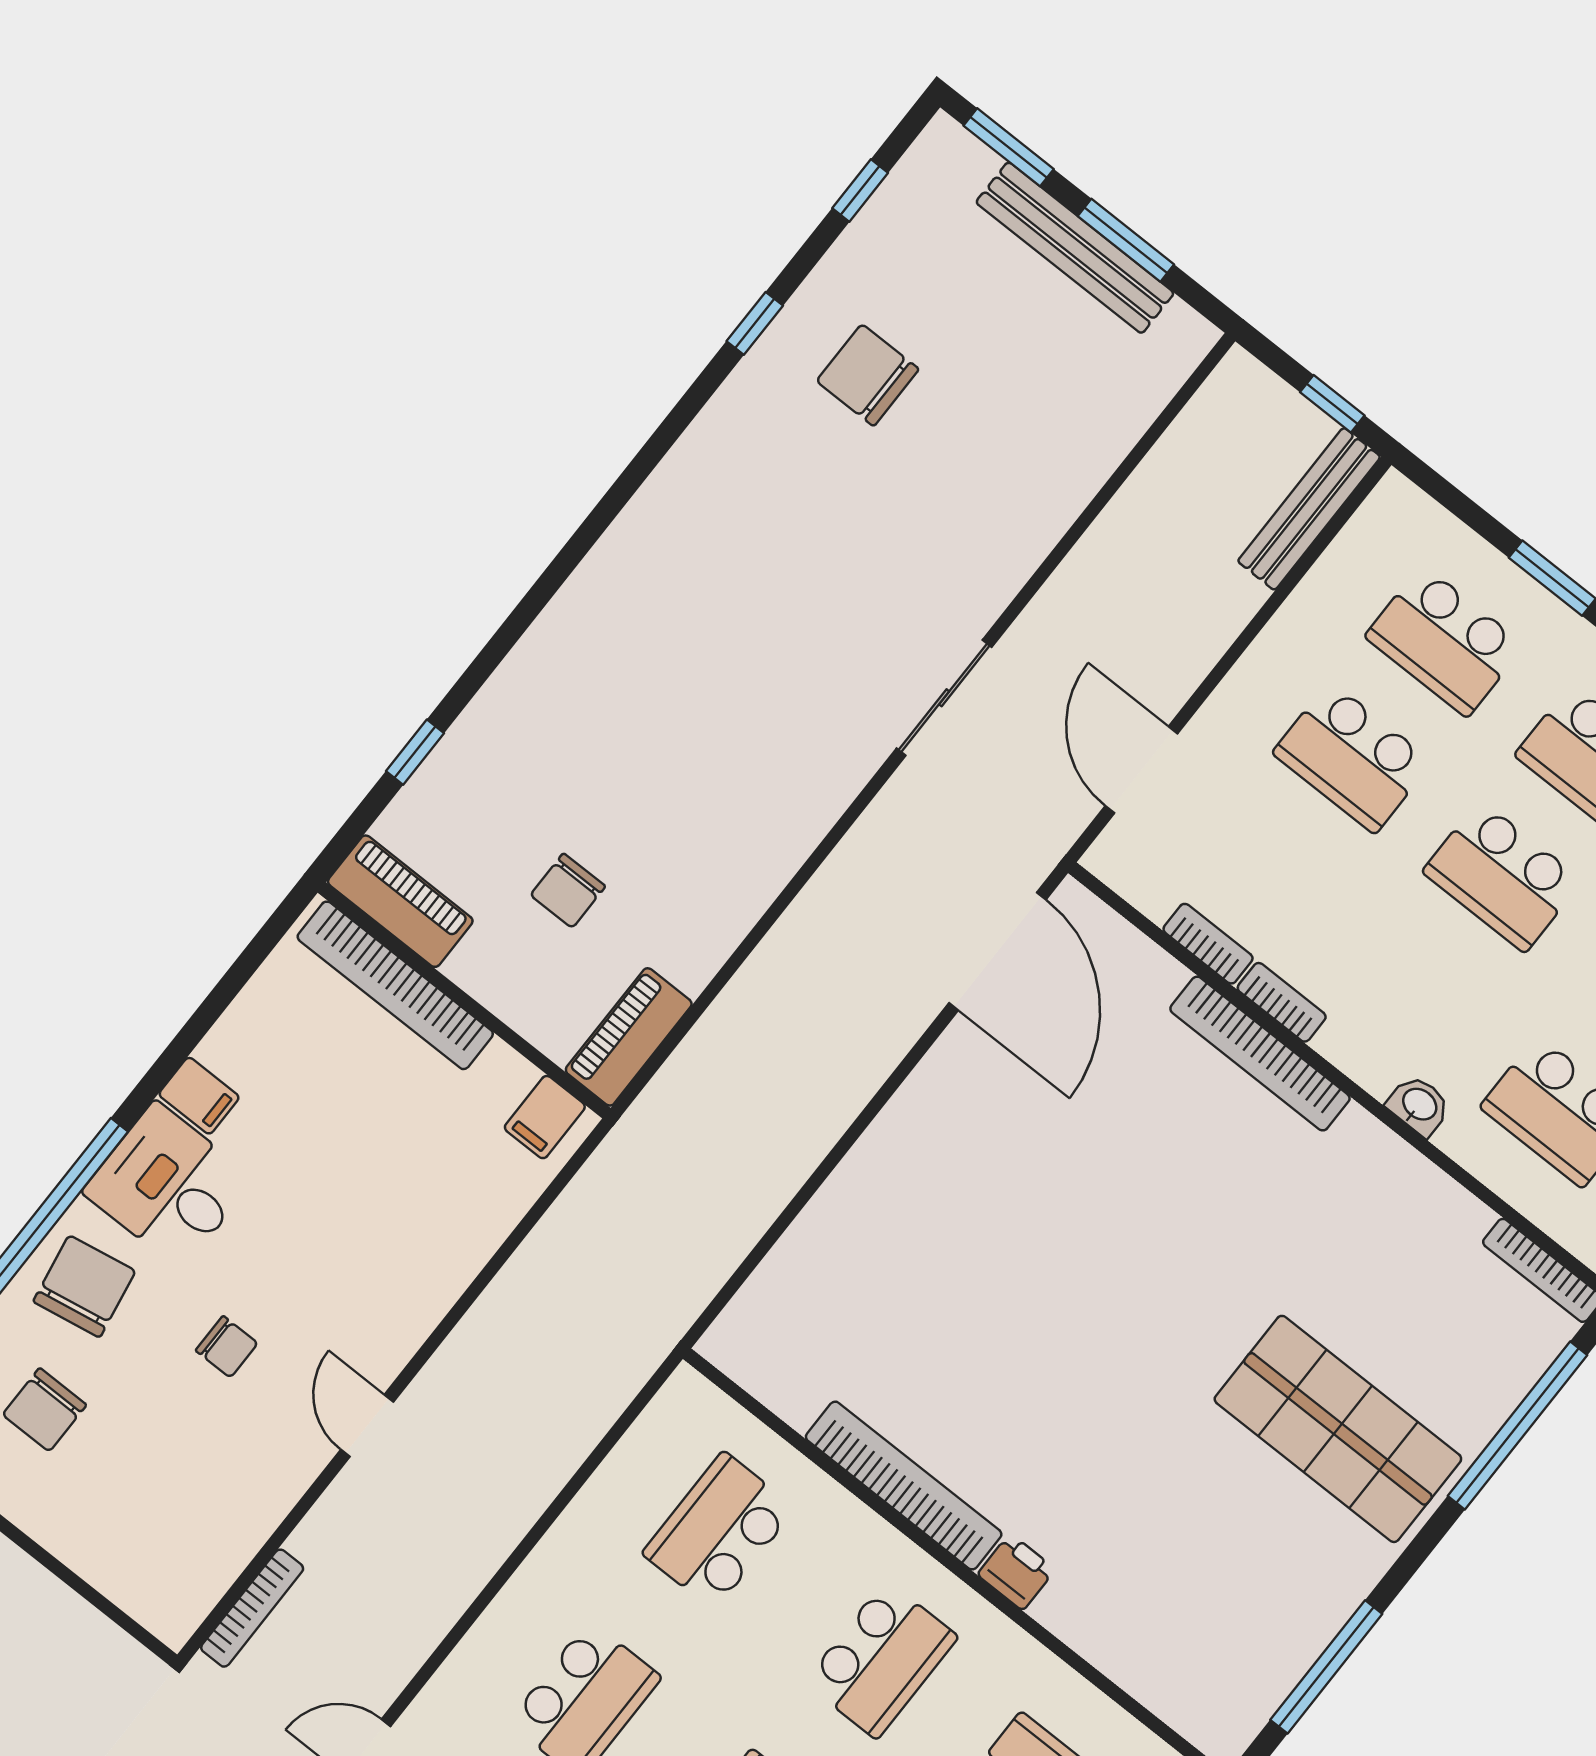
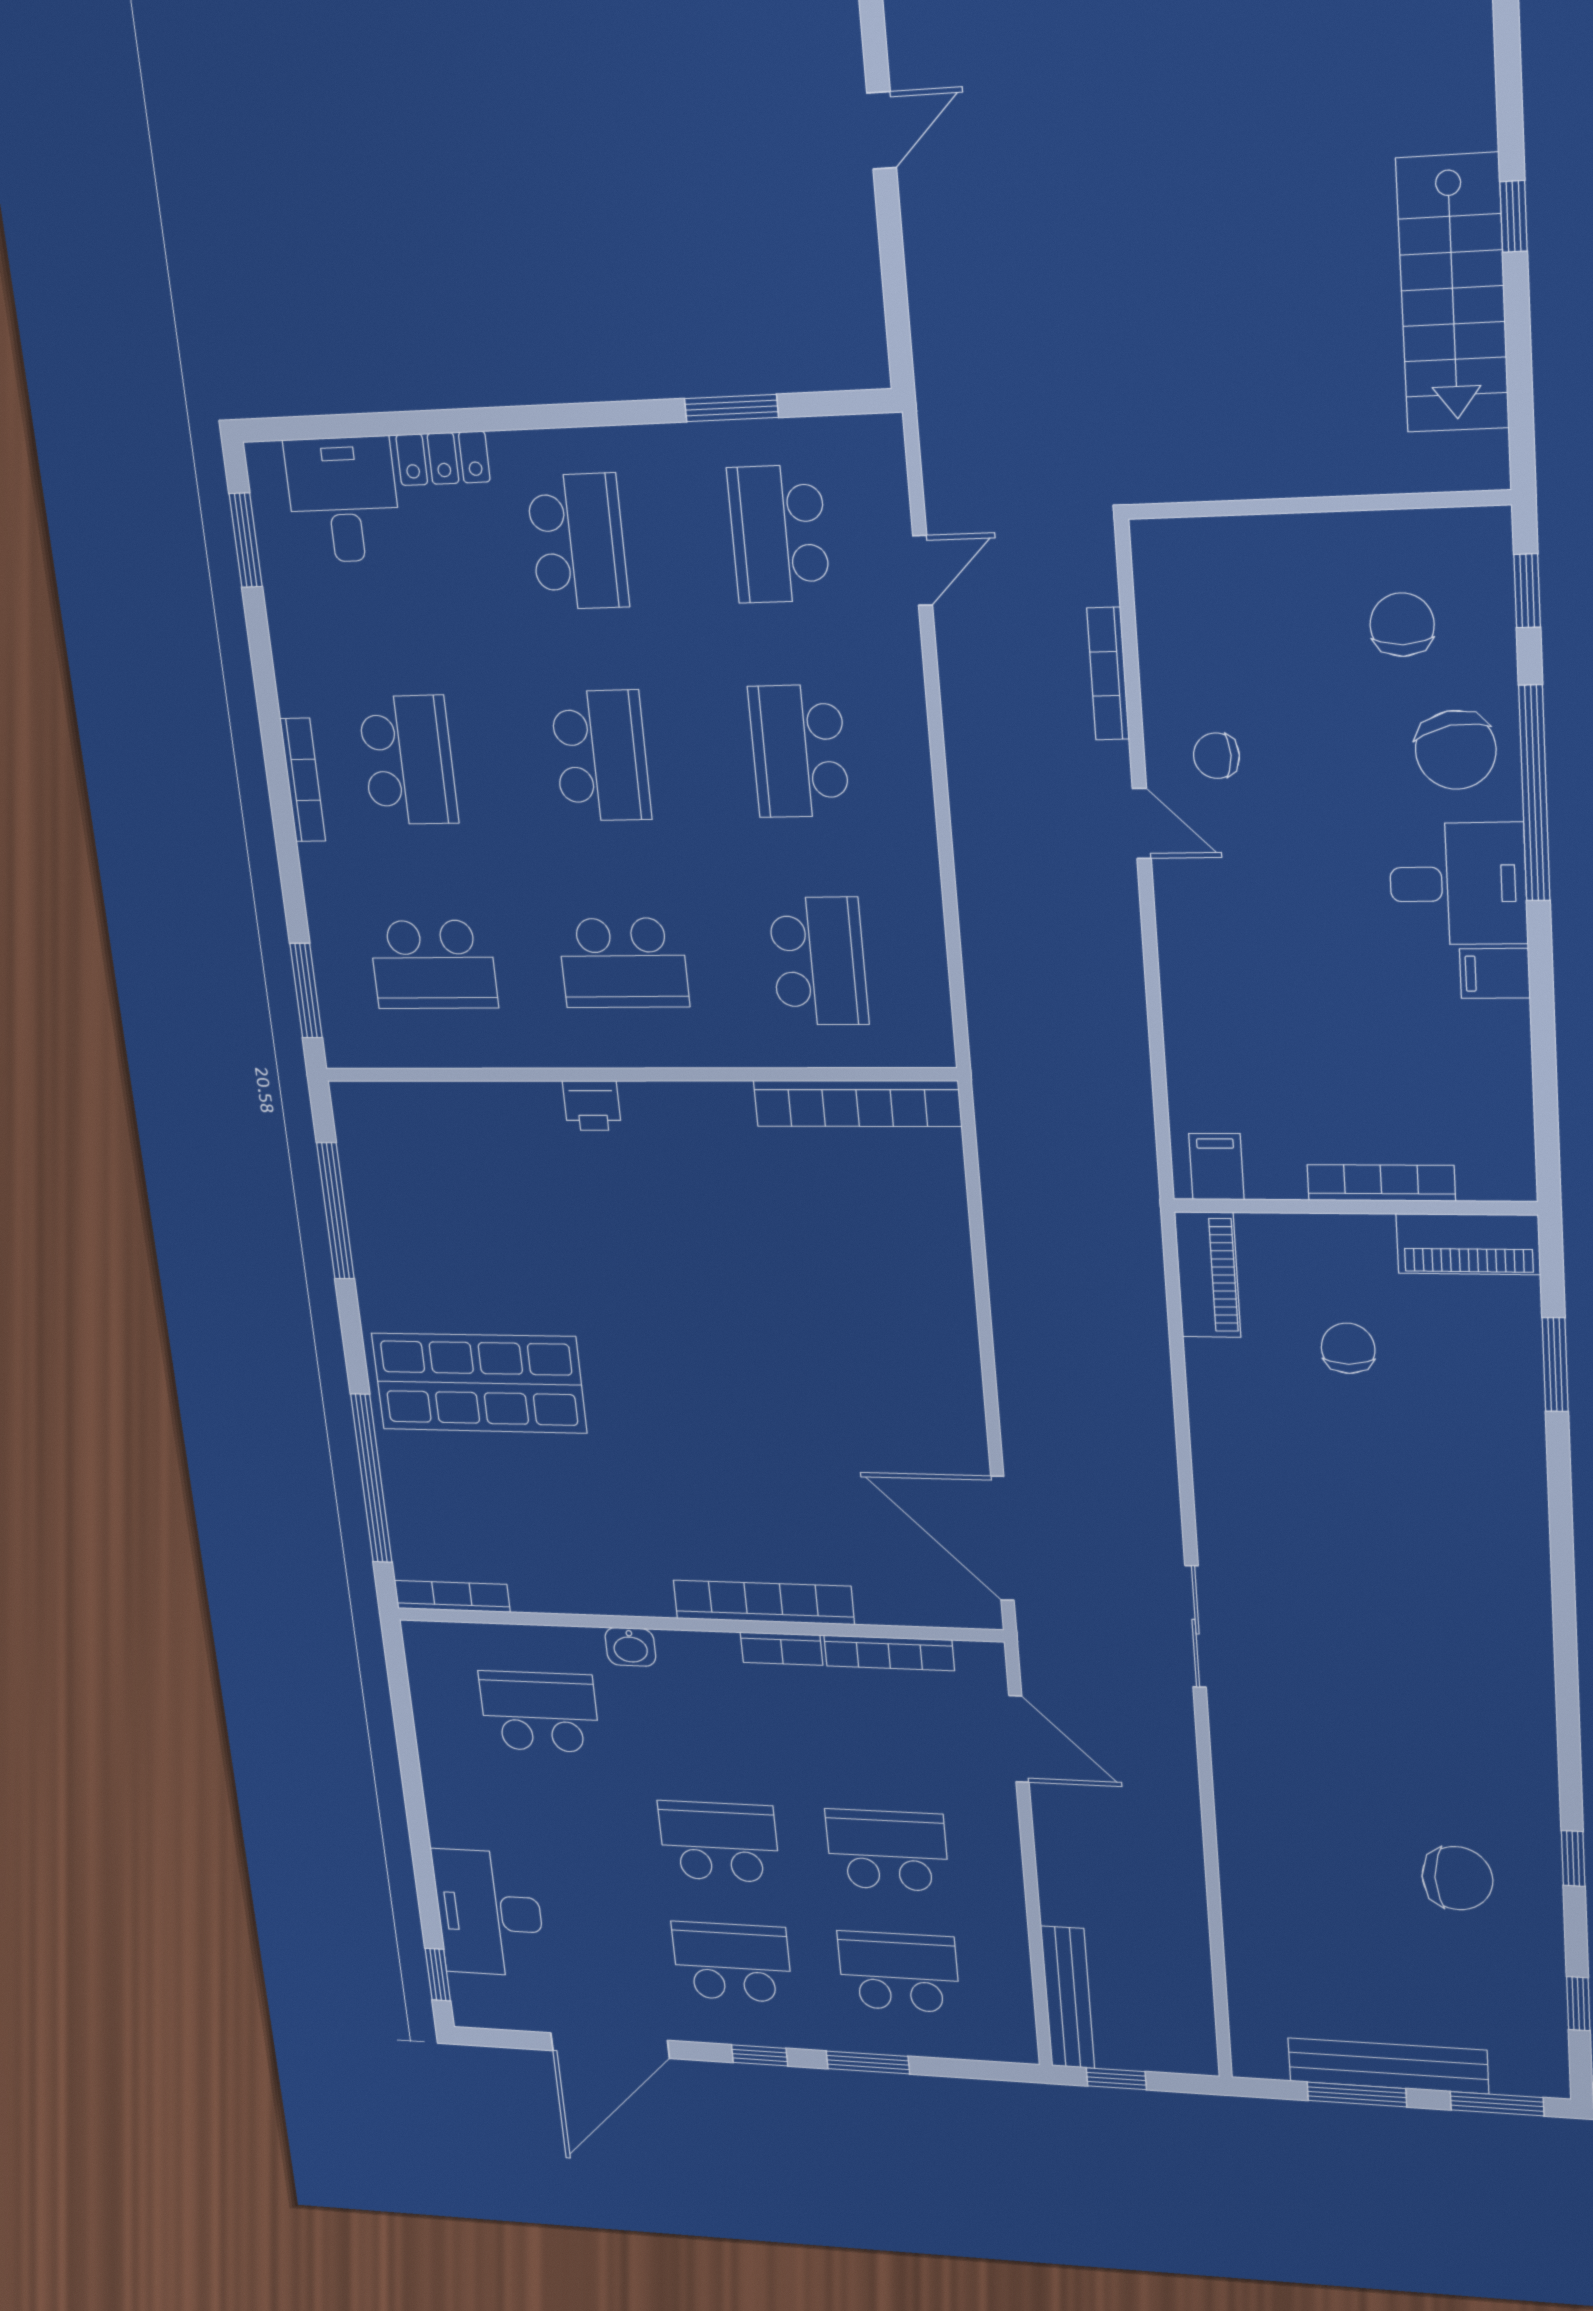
sliding door: (944, 698) -> (1196, 1627), moved
window: (415, 752) -> (1555, 1365), width x1.50
bookcase: (1208, 944) -> (889, 1653), width x1.56
bookcase: (395, 985) -> (1381, 1183), width x0.68, depth x0.76
chair: (227, 1347) -> (1216, 756), moved
bookcase: (904, 1486) -> (857, 1103), moved
bookcase: (252, 1608) -> (1108, 674), moved
school desk: (881, 1660) -> (623, 963), turned -90

